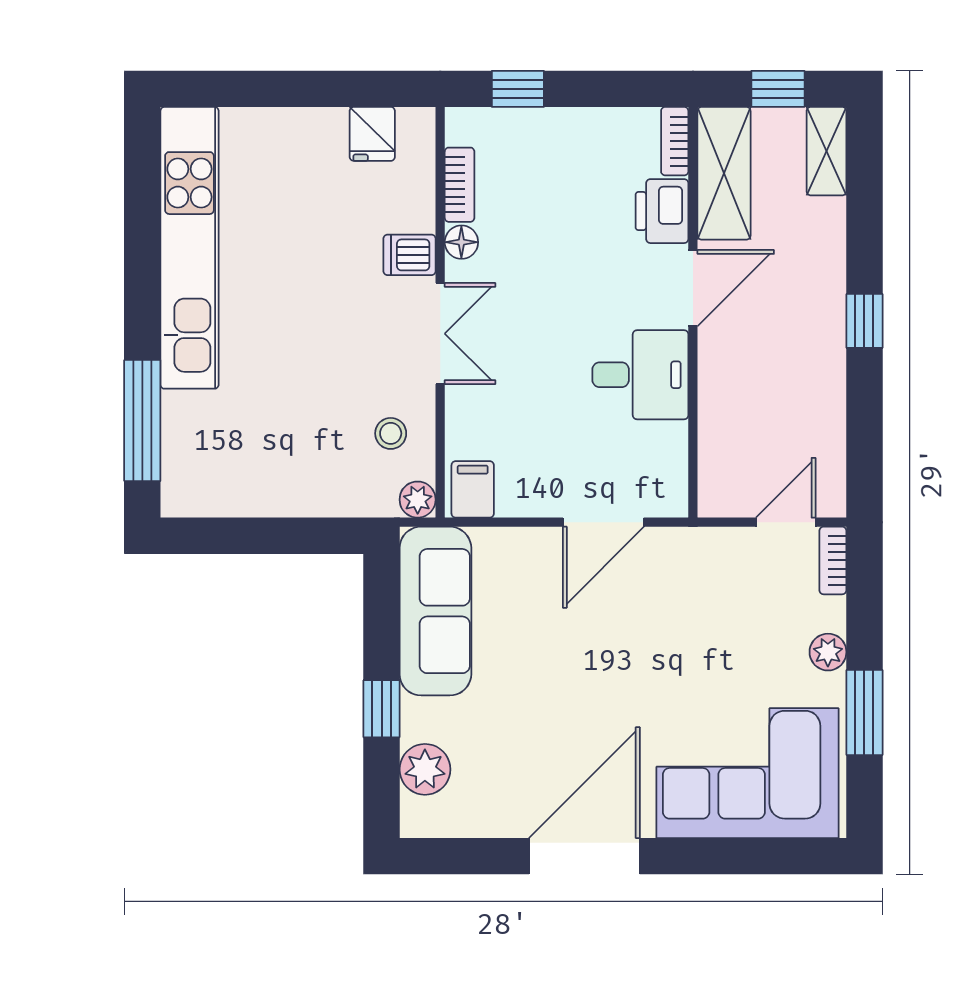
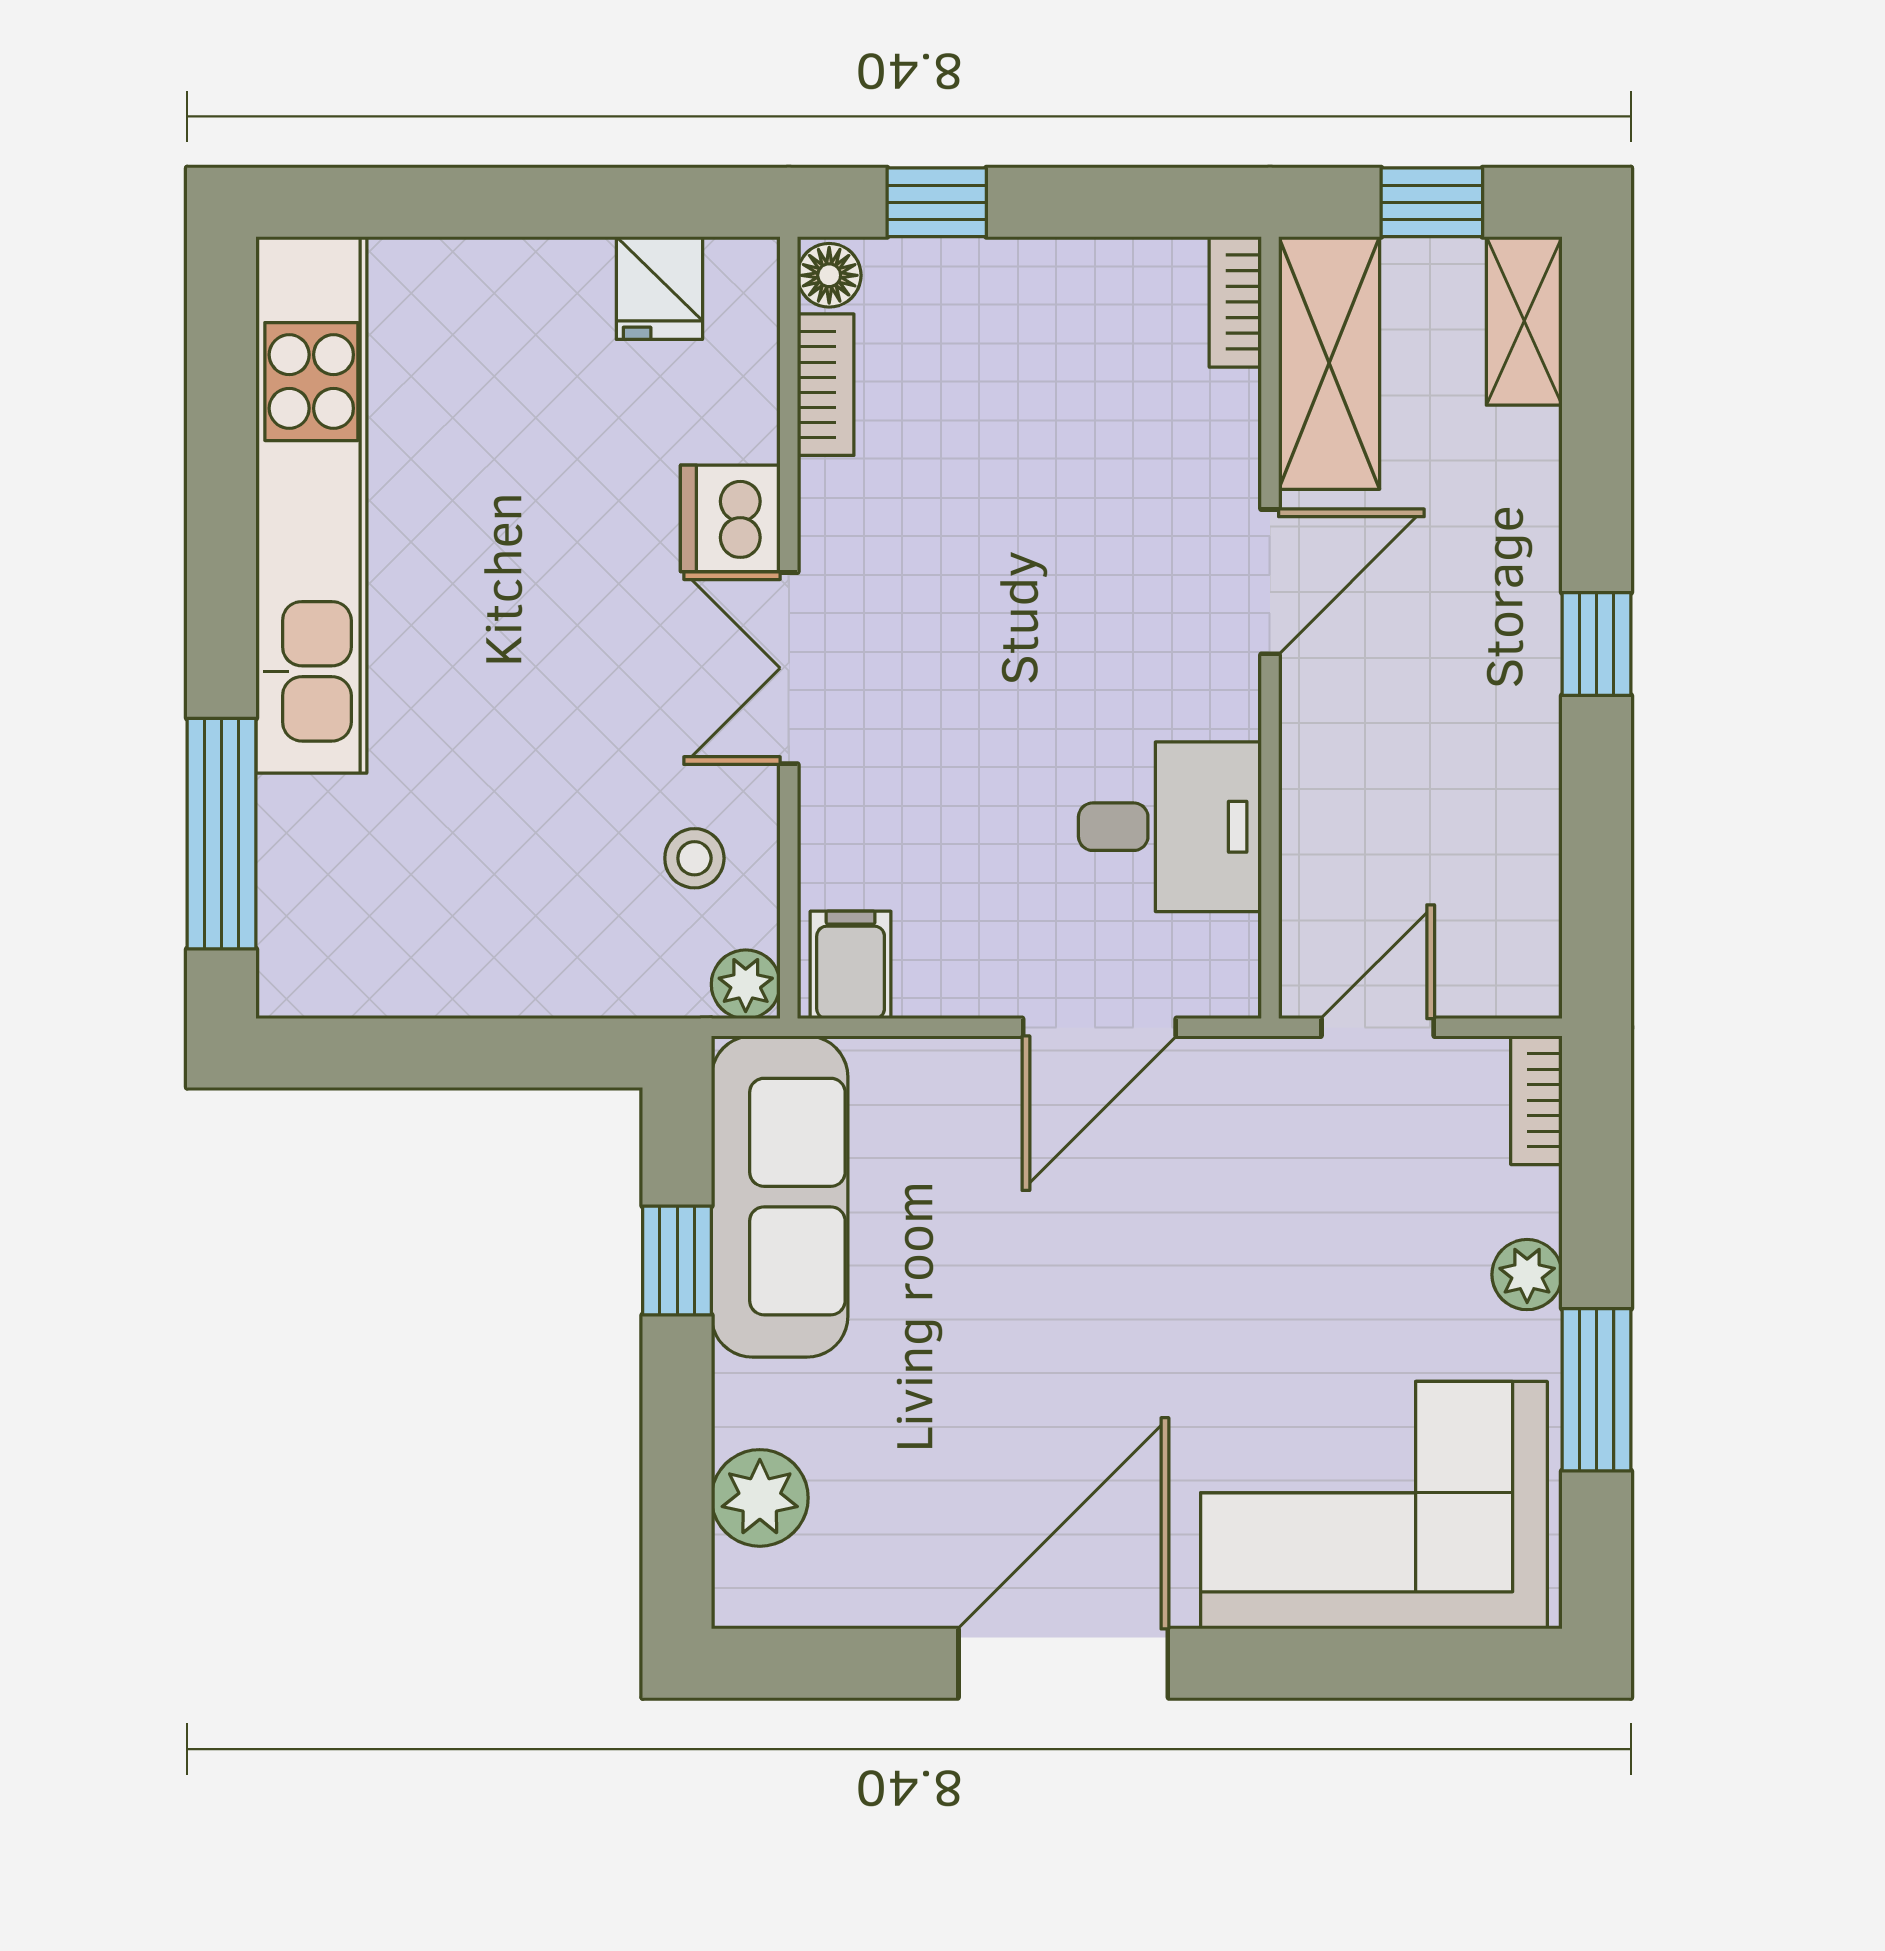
printer: (662, 211) -> (1211, 435), removed
floor lamp: (461, 242) -> (829, 275), moved
dishwasher: (410, 255) -> (730, 518), width x1.38
double door: (440, 334) -> (789, 668), swing flipped
desk: (640, 375) -> (1170, 827), moved
door: (786, 522) -> (1378, 1027), moved
window: (382, 709) -> (677, 1261), moved

